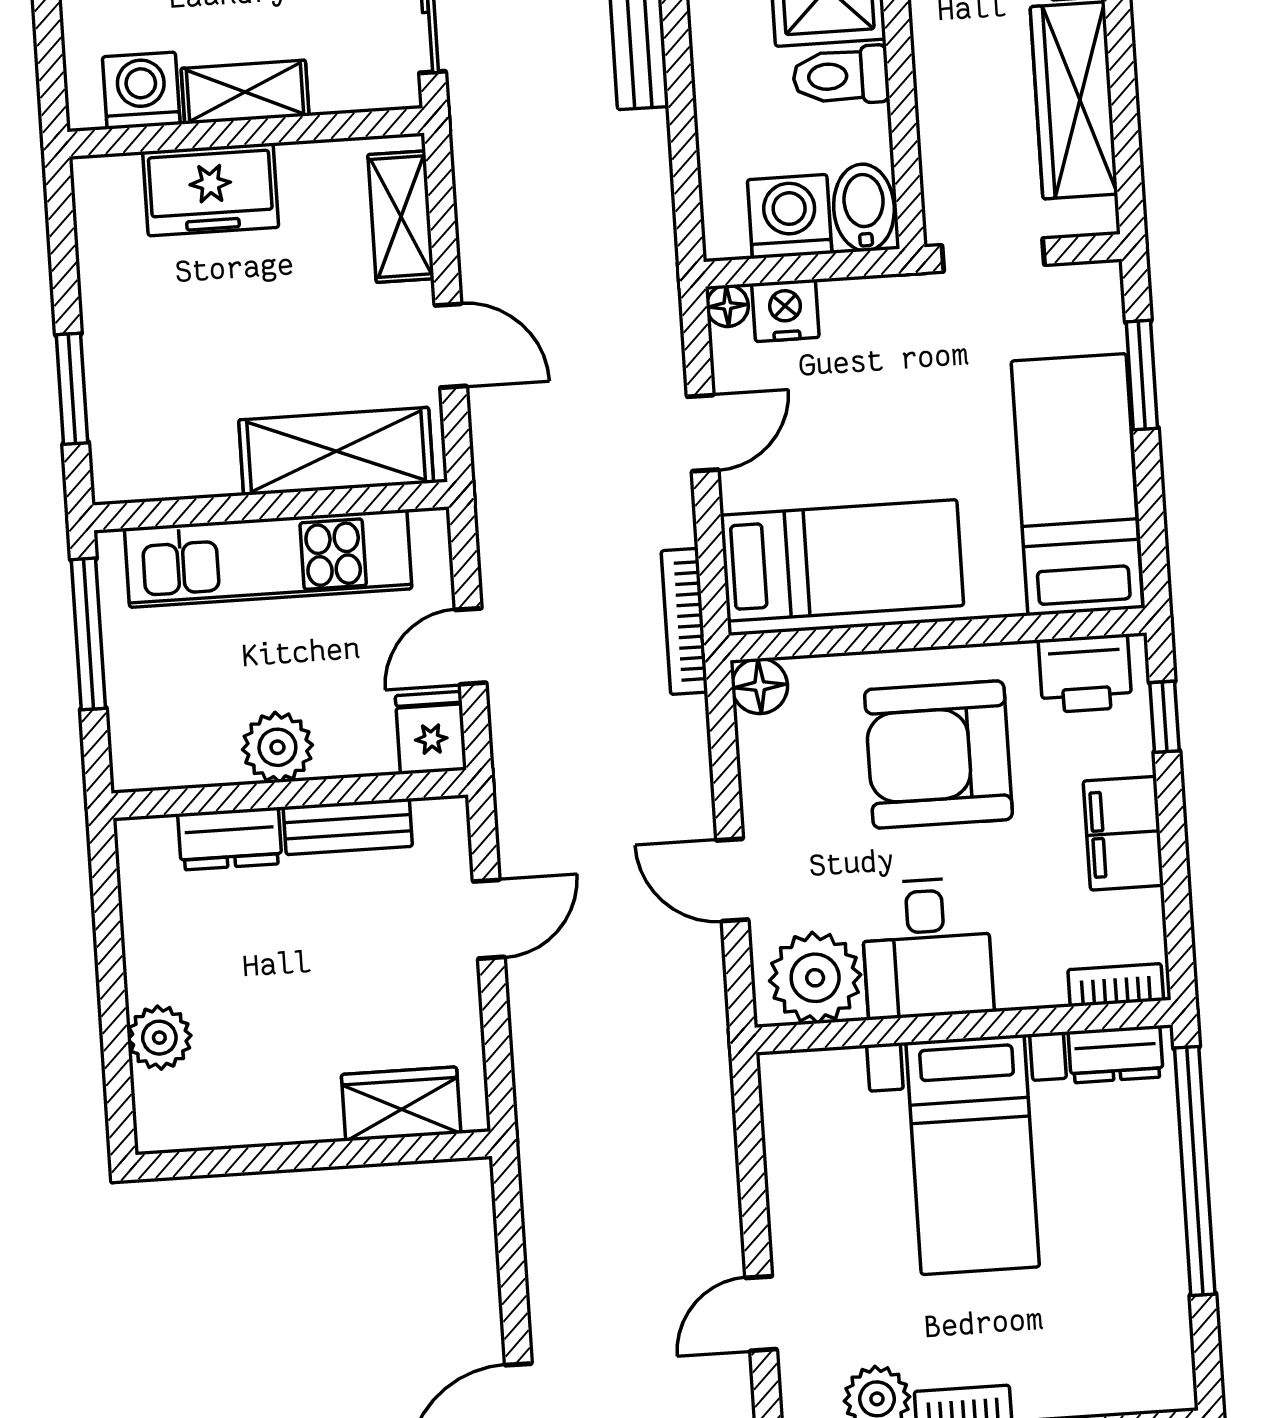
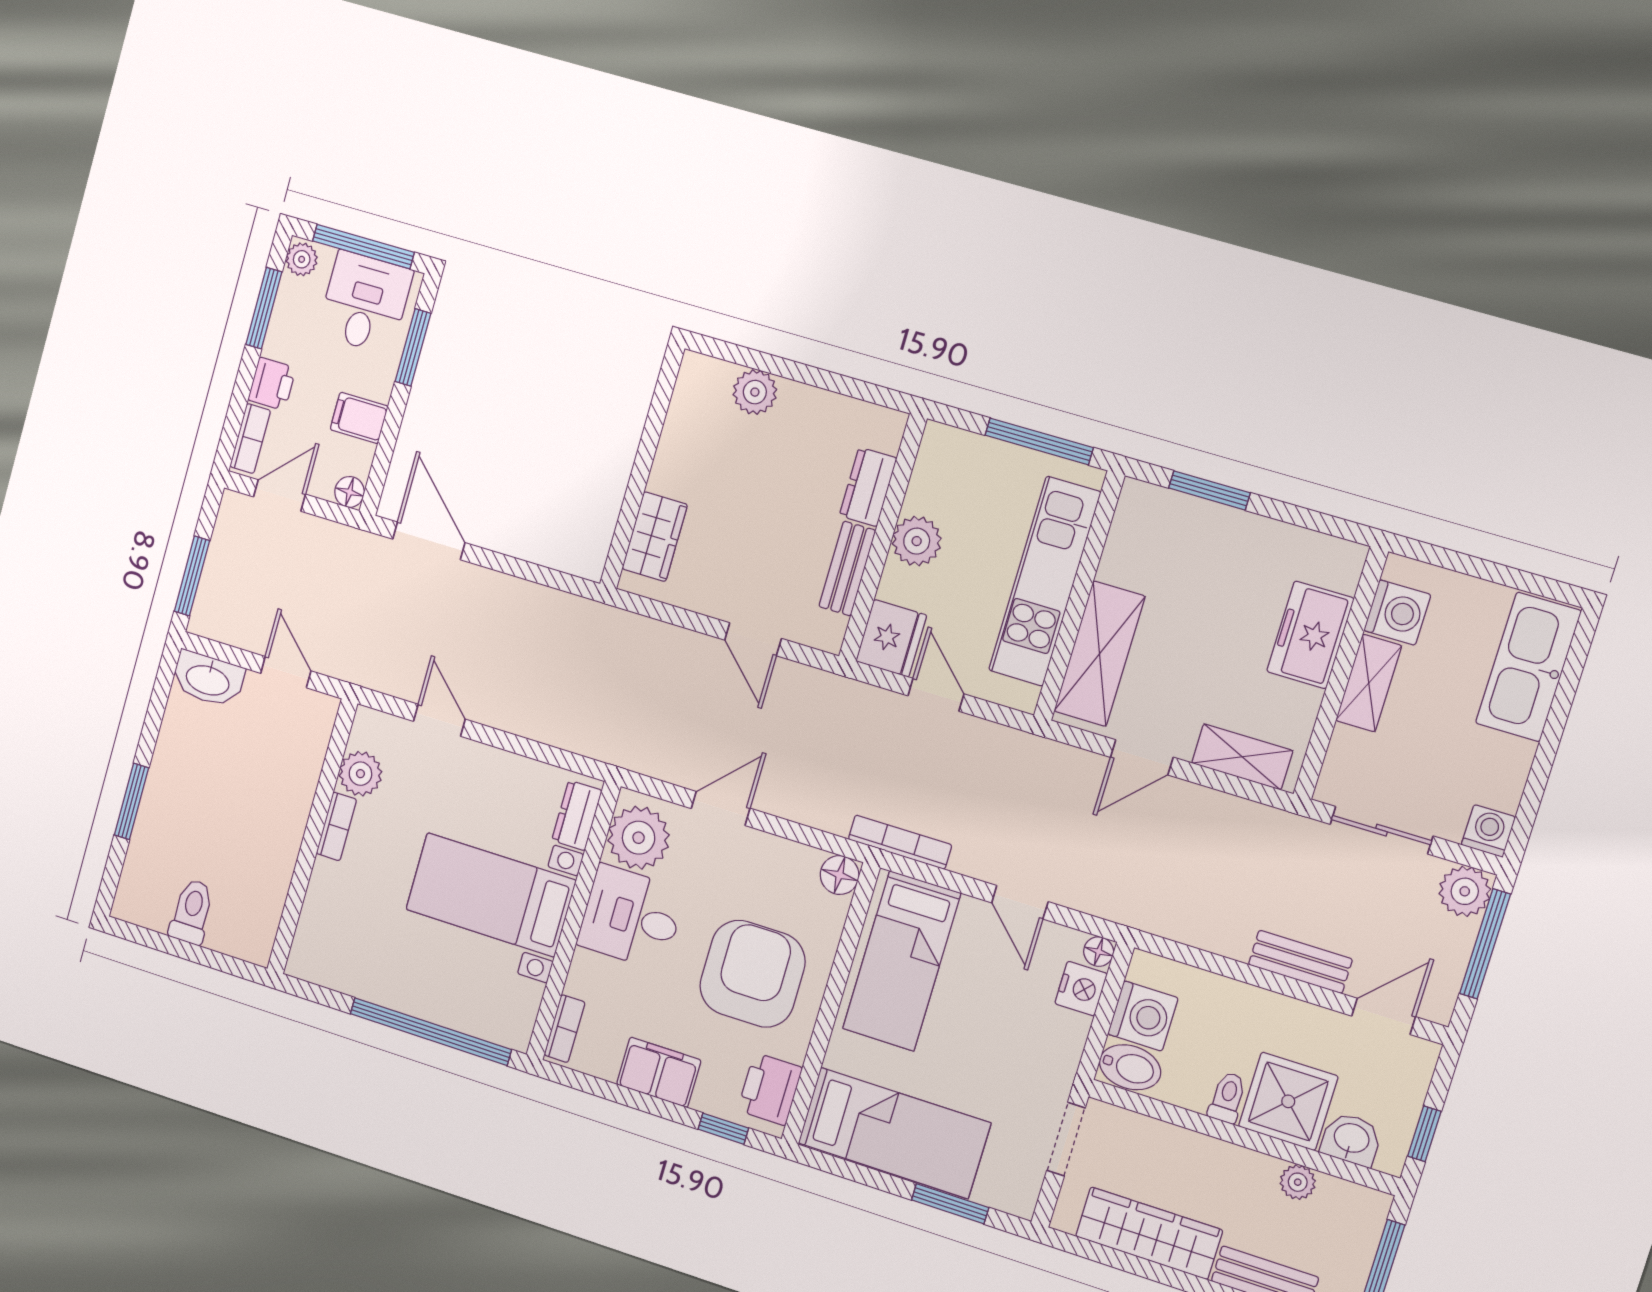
toilet: (841, 76) -> (1227, 1098), width x0.73, depth x0.72
fridge: (431, 733) -> (891, 638), width x1.38
dresser: (1116, 1054) -> (577, 815), moved

